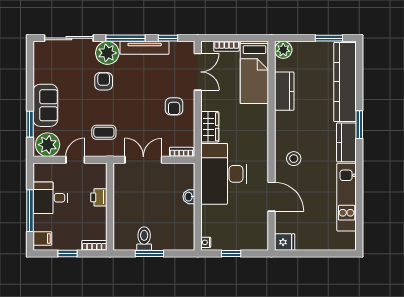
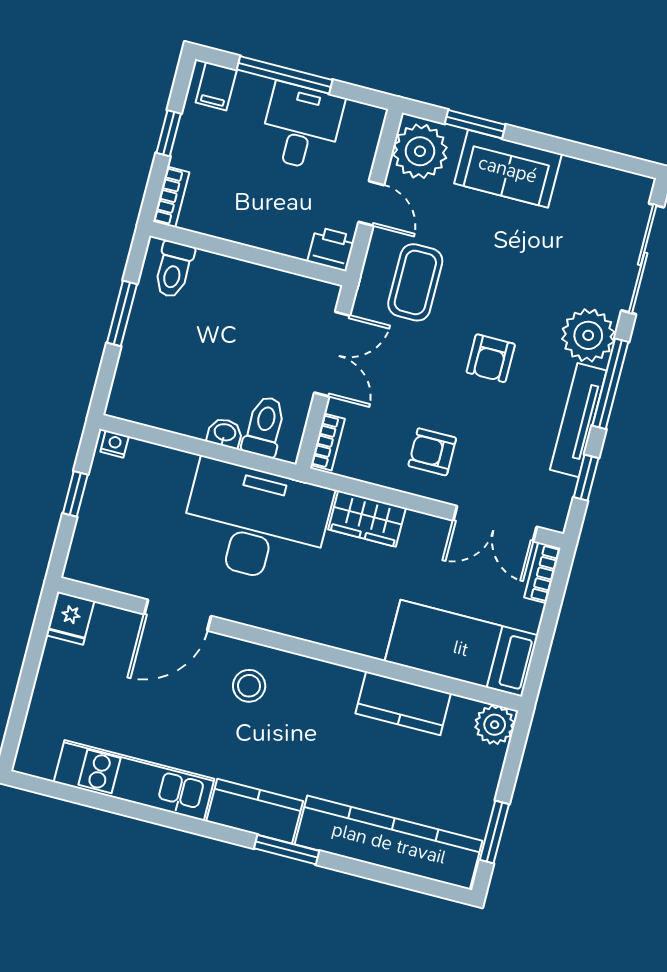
bookcase: (227, 46) -> (542, 573), moved
armchair: (104, 81) -> (491, 358), moved, turned 90
coffee table: (104, 132) -> (415, 282), width x1.36, depth x1.30
toilet: (182, 181) -> (264, 427), added
printer: (99, 197) -> (331, 249), moved
toilet: (144, 239) -> (174, 269), moved, turned 90

